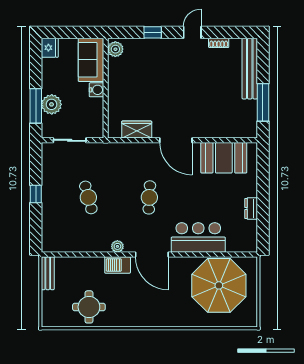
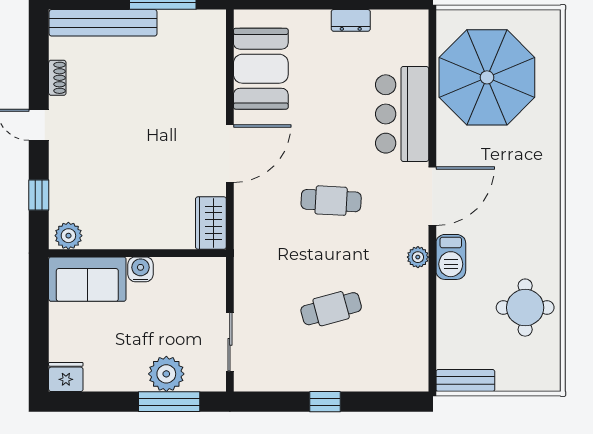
plant: (115, 49) -> (68, 236), moved
sofa: (91, 60) -> (87, 279), moved
wall: (106, 88) -> (137, 253), moved
water cooler: (96, 90) -> (141, 269), moved

